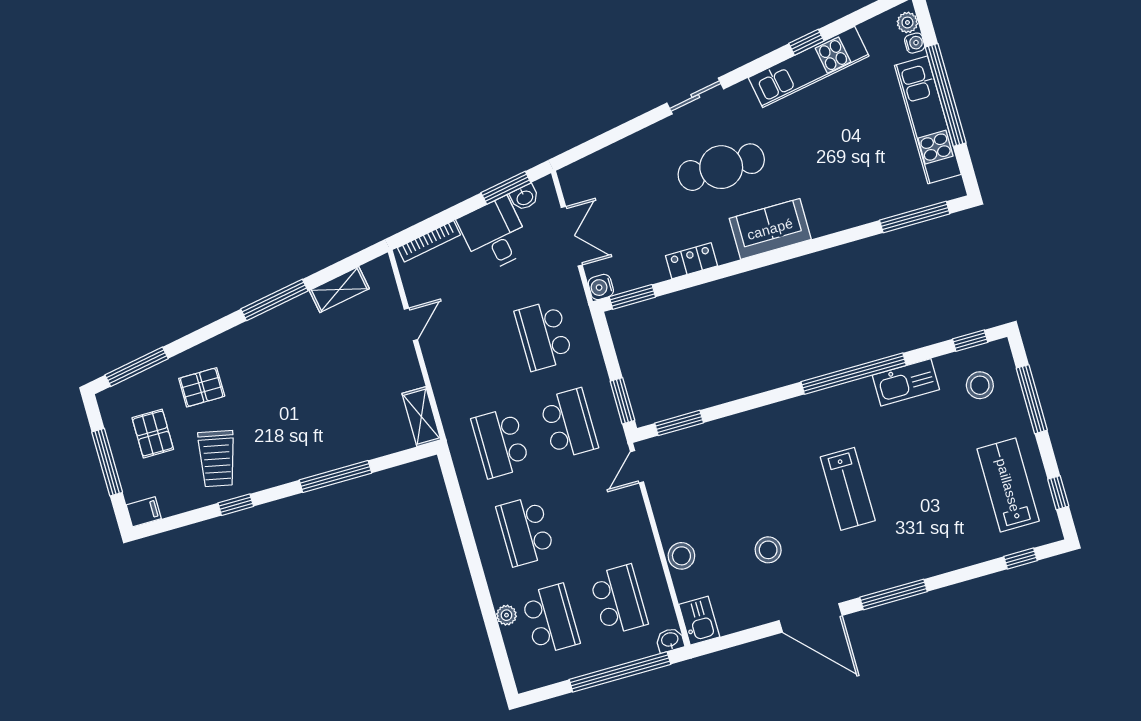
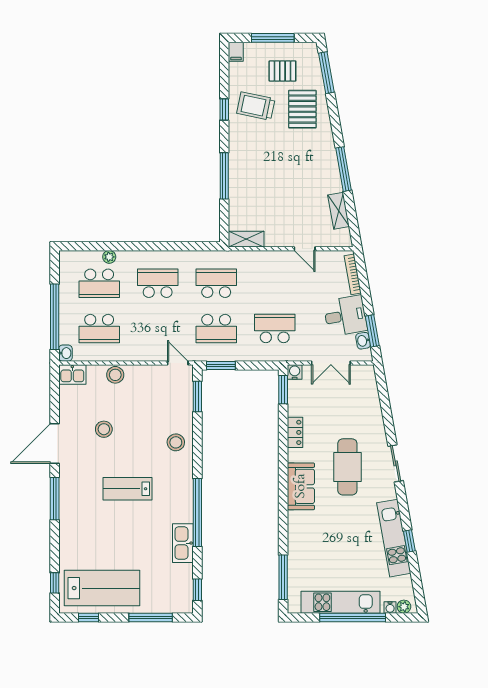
stool: (980, 385) -> (176, 442), moved
pallet: (202, 387) -> (302, 109), width x1.50, depth x1.42
lab bench: (1008, 485) -> (102, 588), width x1.36, depth x1.39

